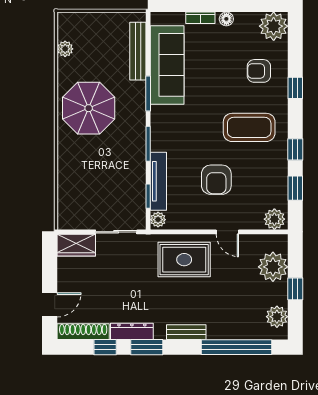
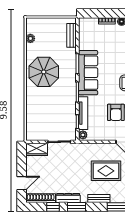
bench: (138, 51) -> (72, 35), width x0.73
sofa: (167, 65) -> (88, 73), moved
rug: (184, 260) -> (106, 171), moved

